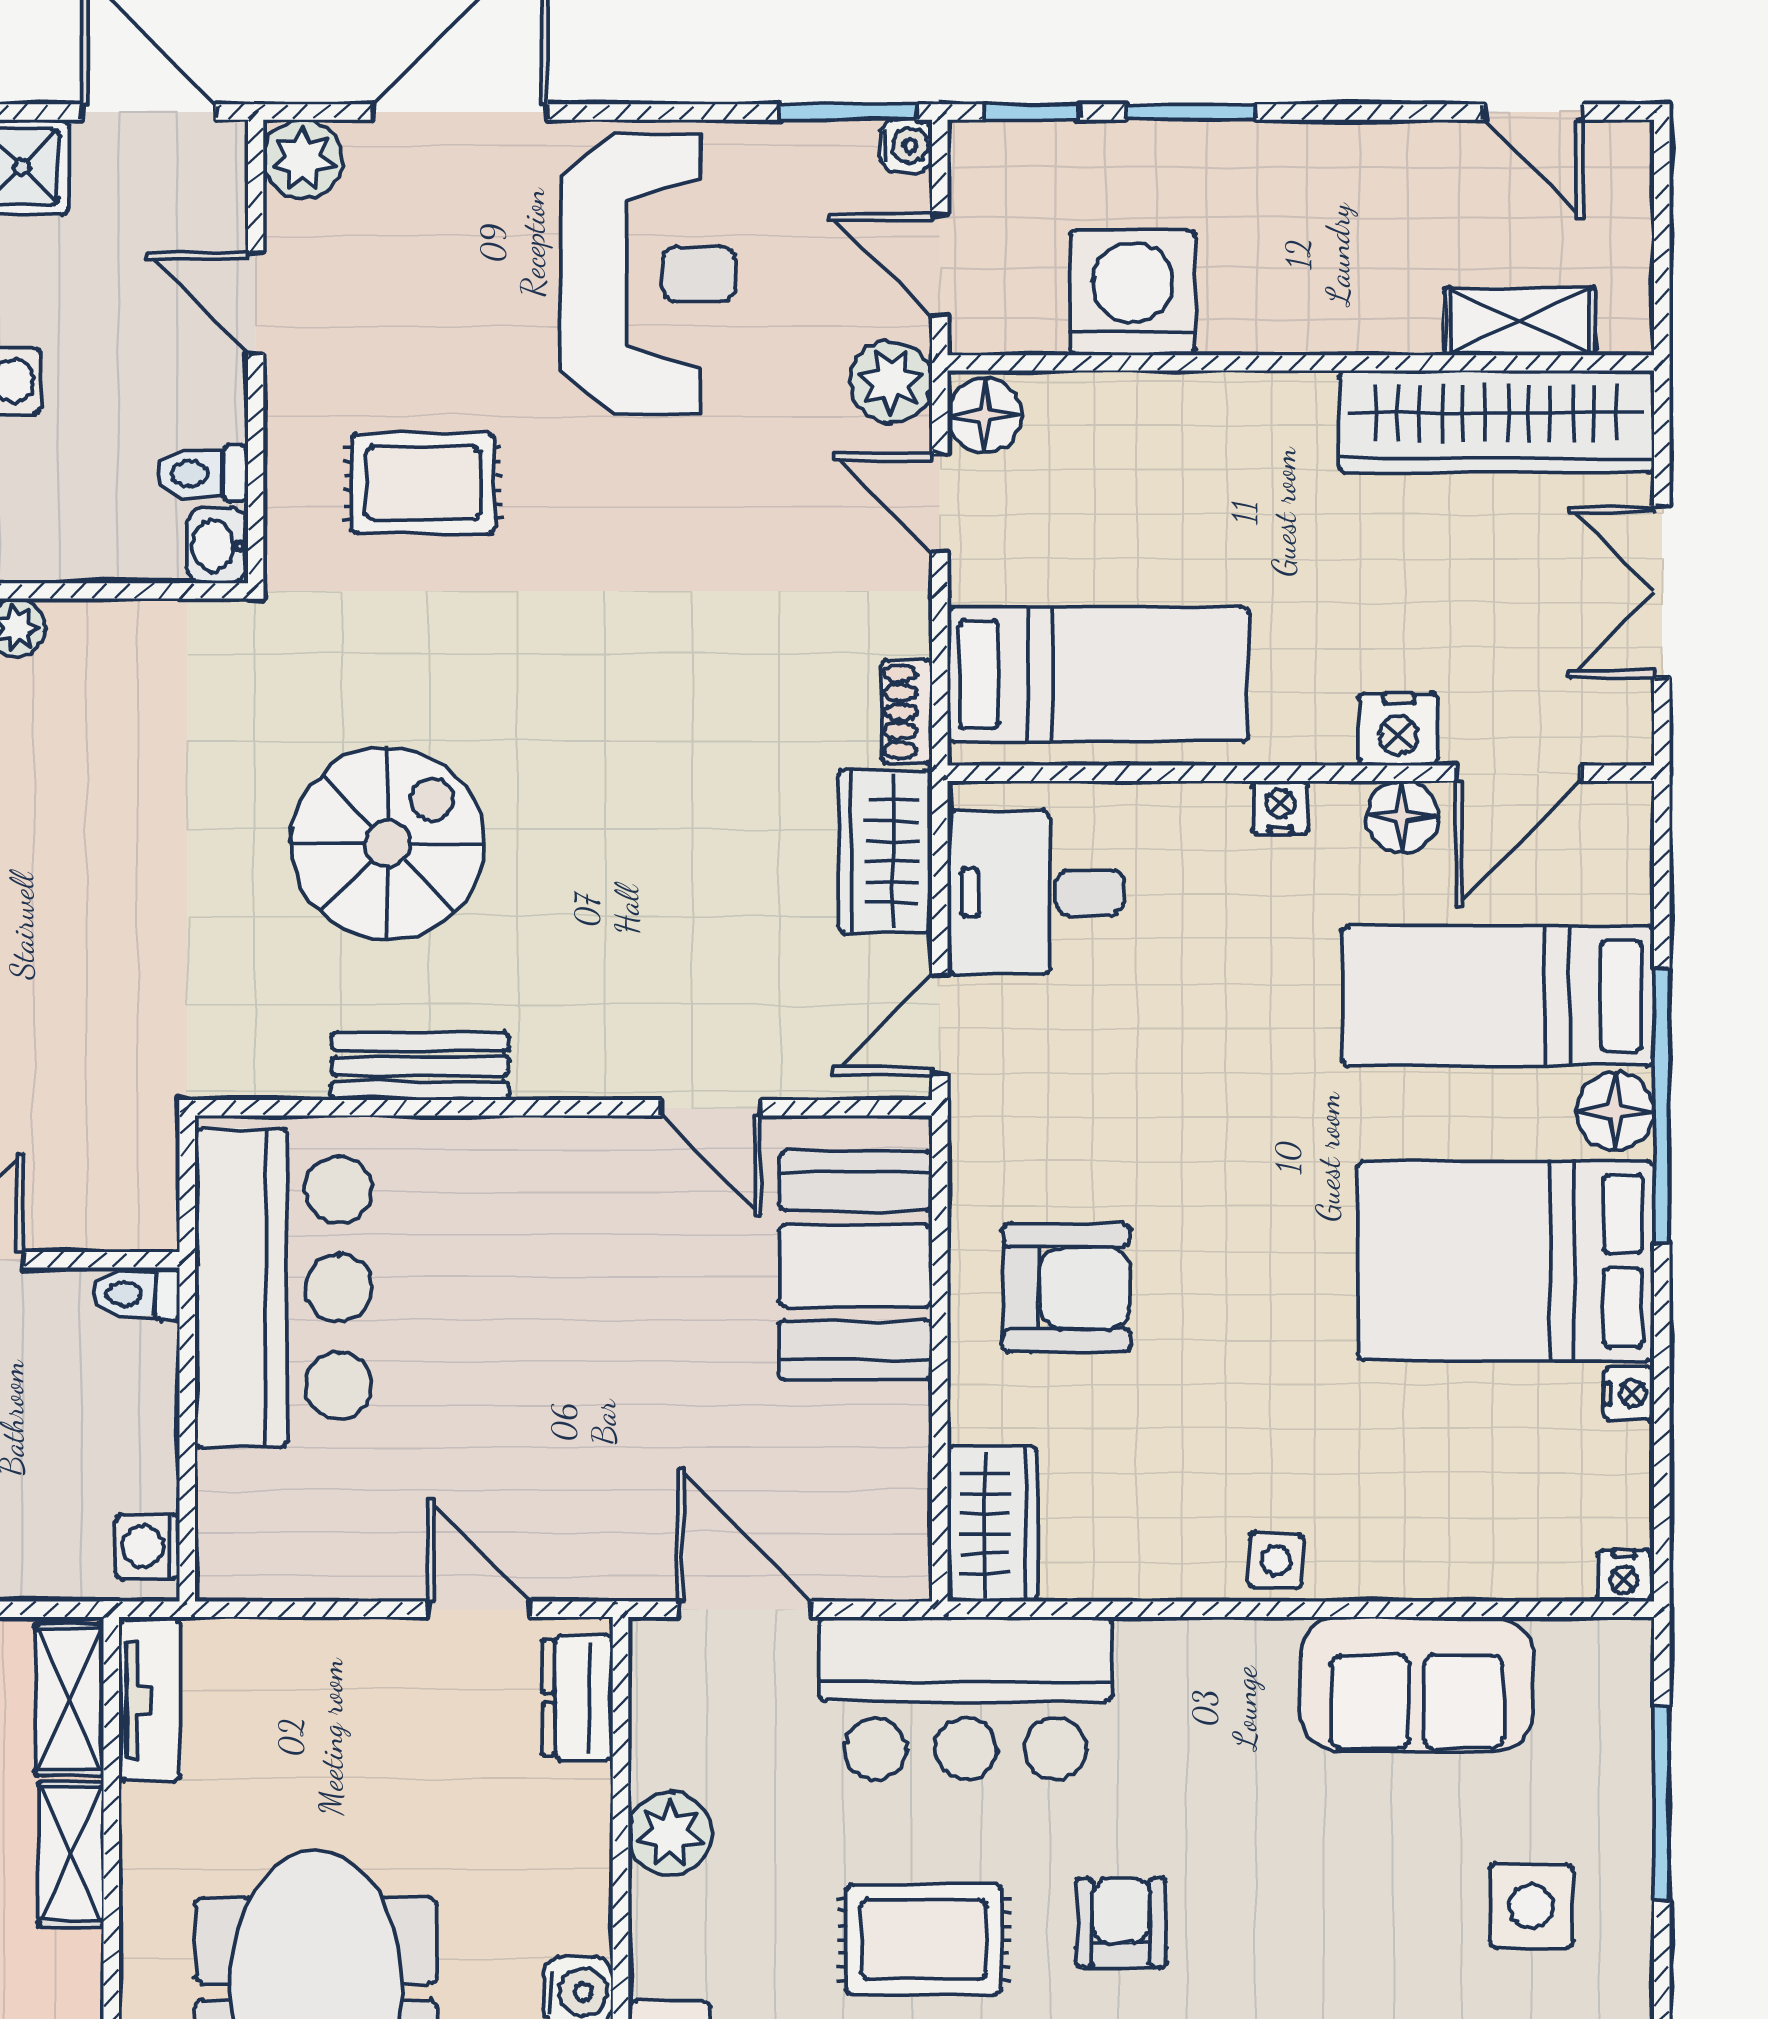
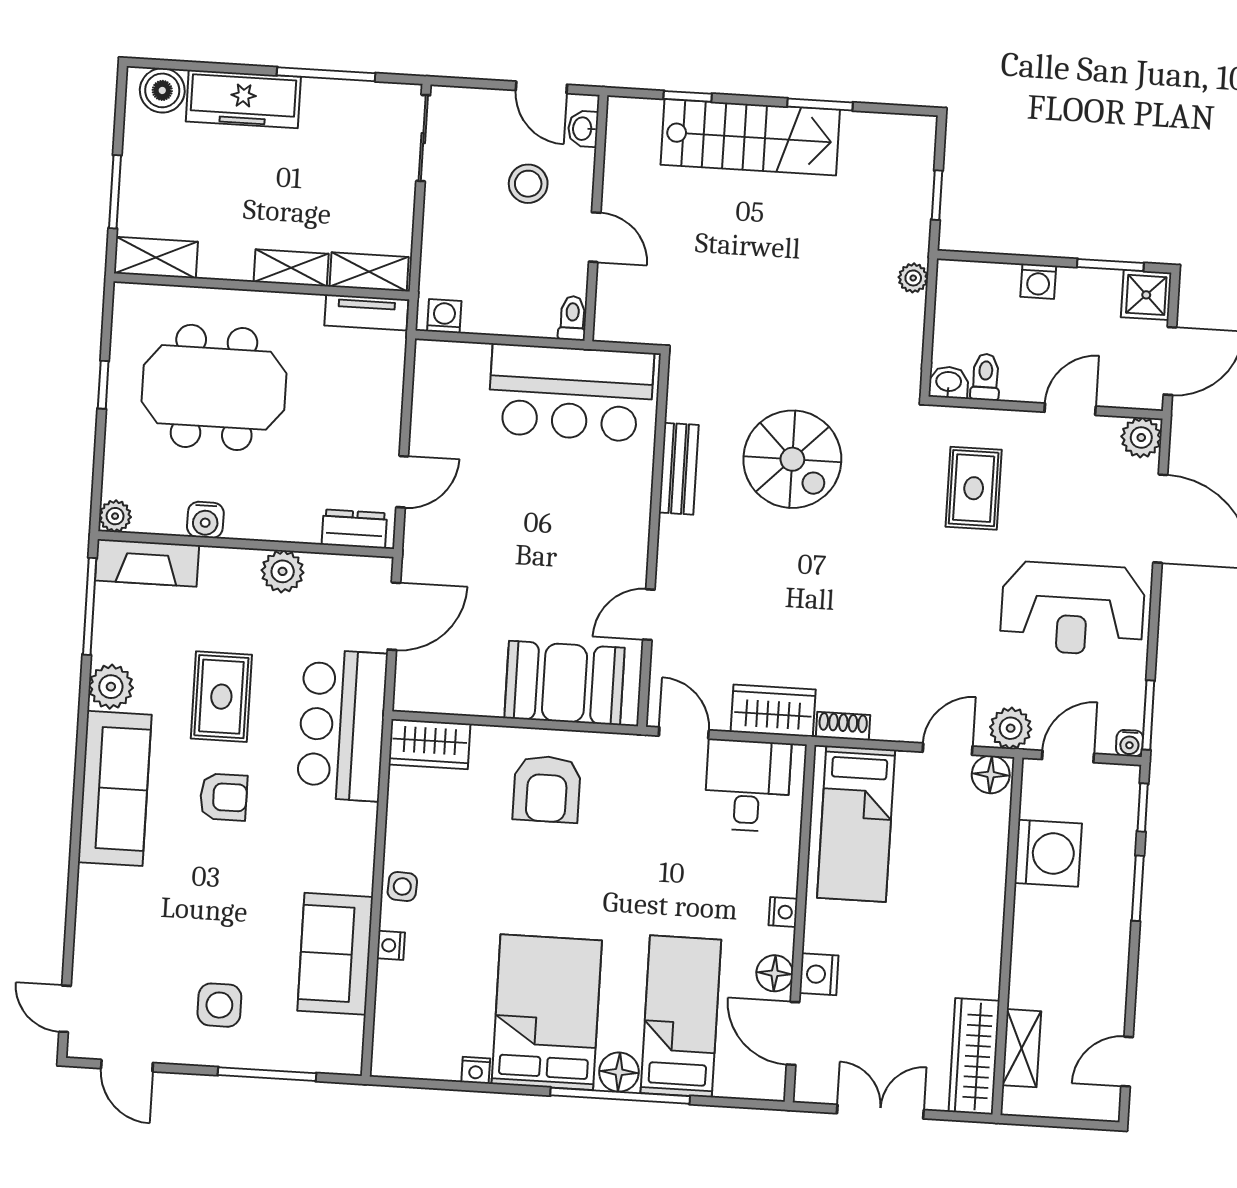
wardrobe: (1496, 422) -> (974, 1056), width x0.71, depth x0.85
nightstand: (1624, 1576) -> (391, 945), moved

